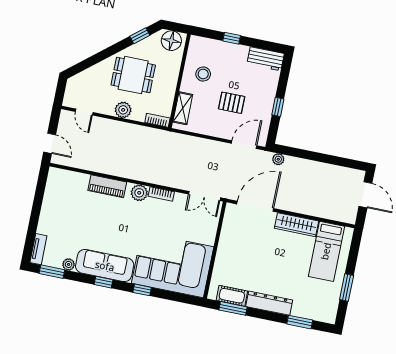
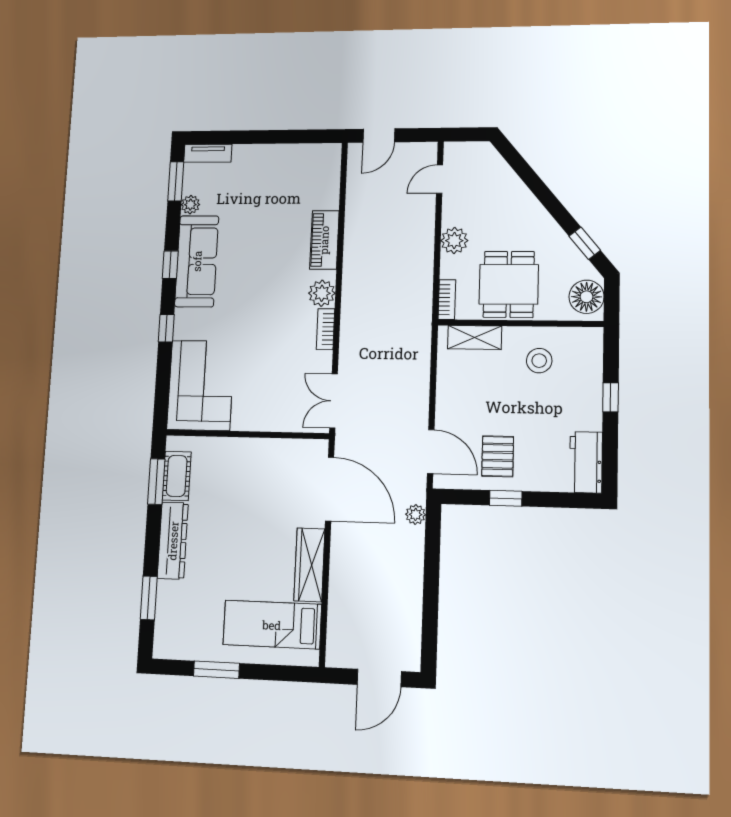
dining table: (133, 75) -> (509, 284), moved
pallet: (232, 103) -> (498, 456), moved
corner sofa: (173, 265) -> (201, 385), width x0.73, depth x0.74

